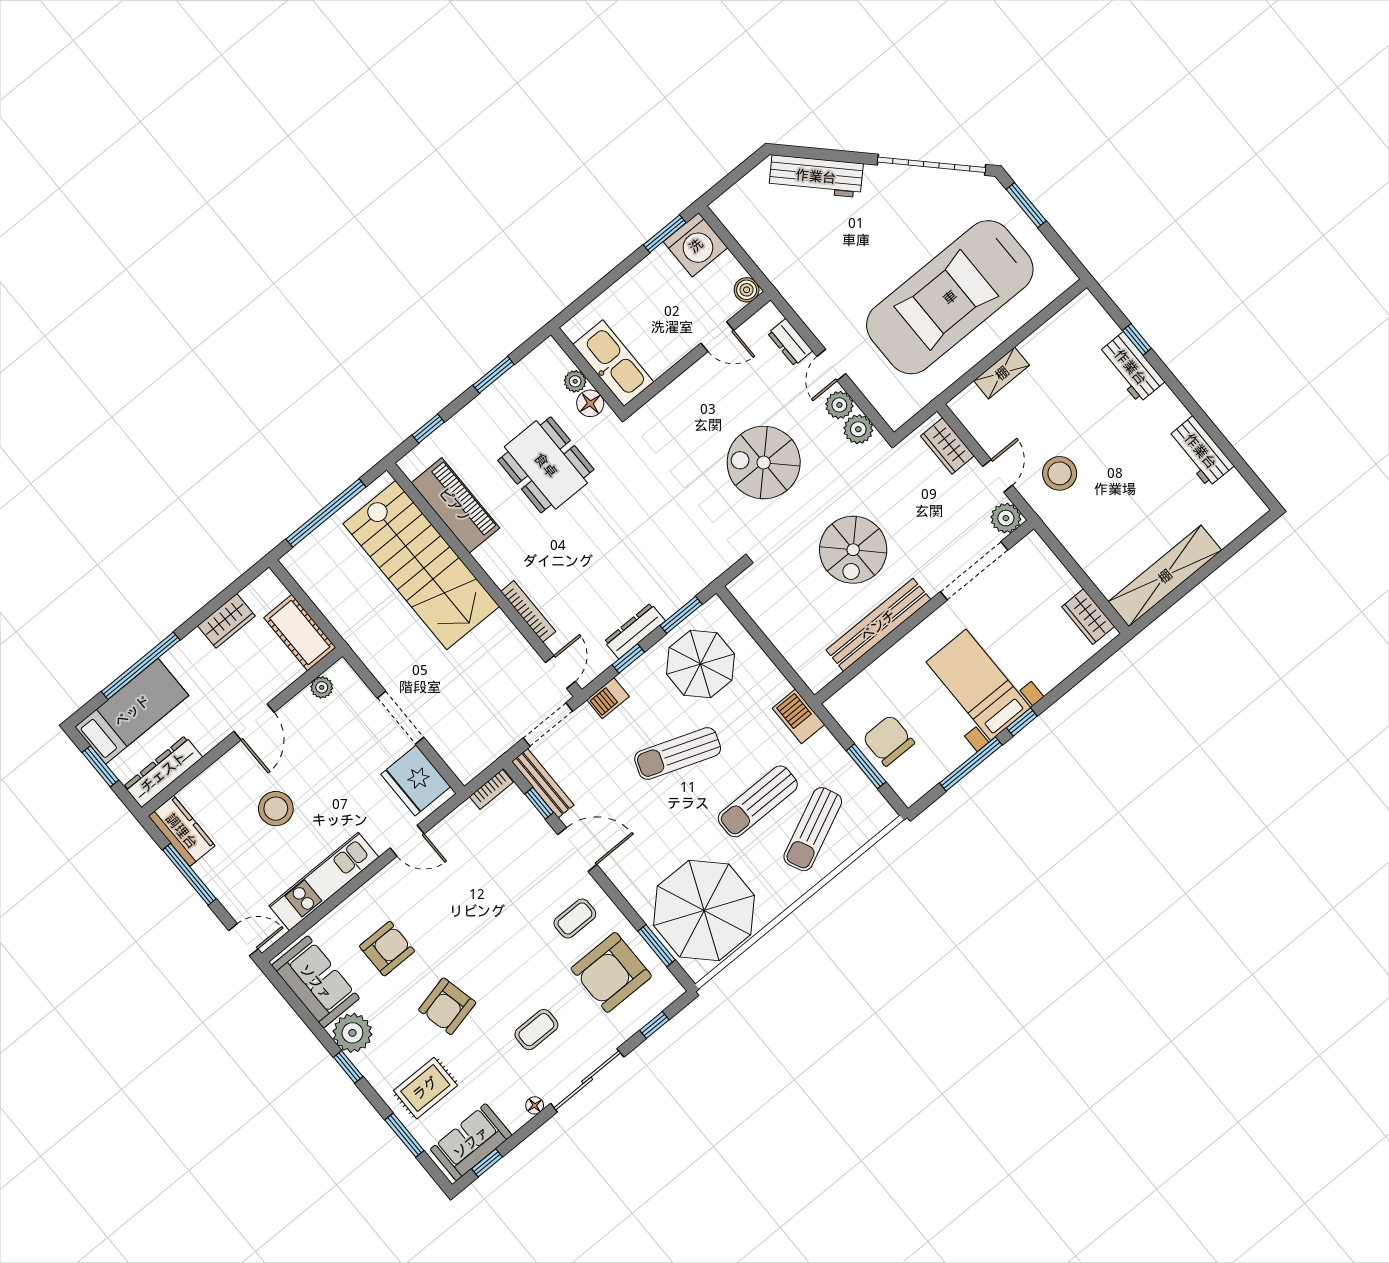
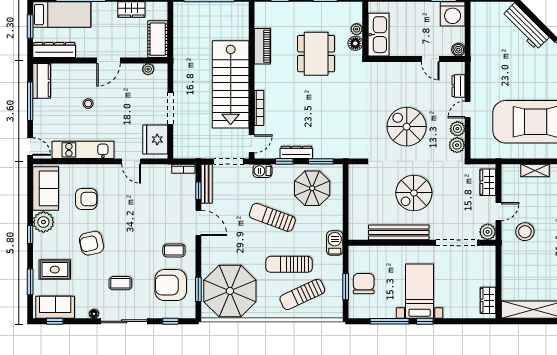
piano: (455, 505) -> (262, 46), width x0.73, depth x0.75
stairs: (421, 565) -> (231, 84), moved
stool: (276, 809) -> (88, 104), width x0.53, depth x0.53

